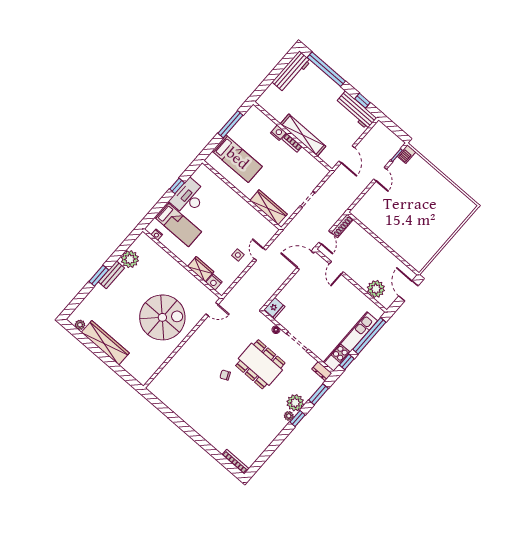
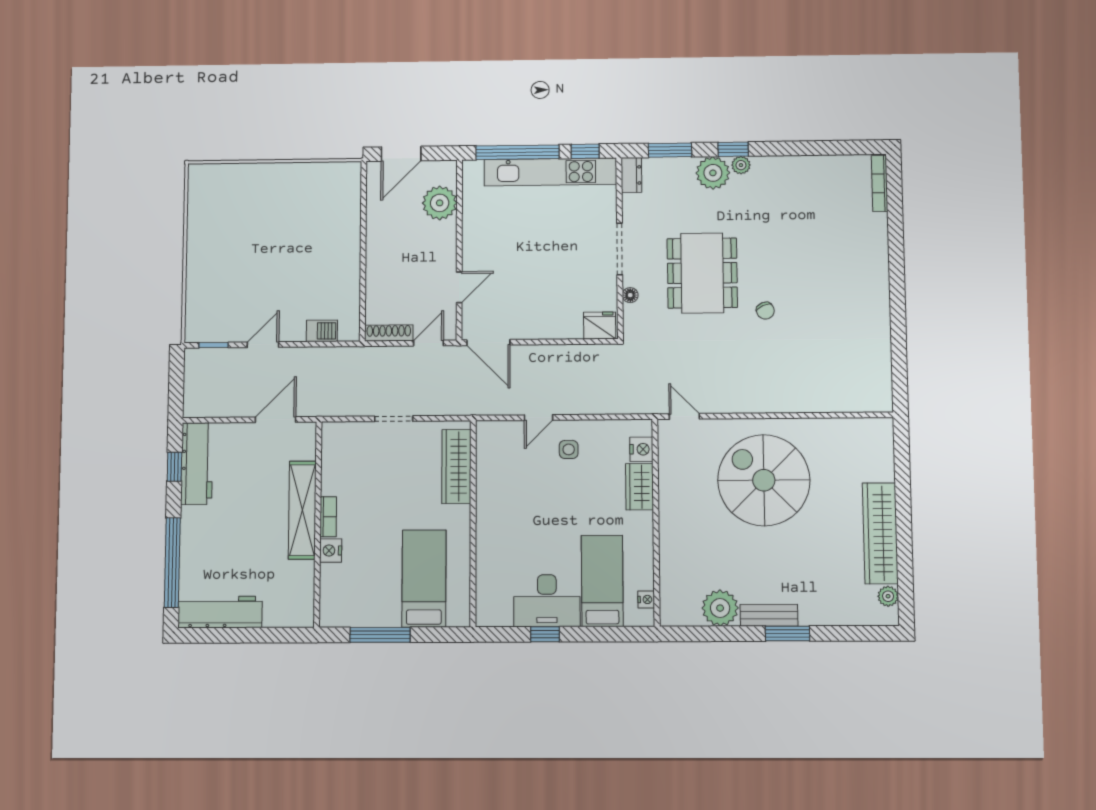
barbecue: (407, 154) -> (322, 331), moved

